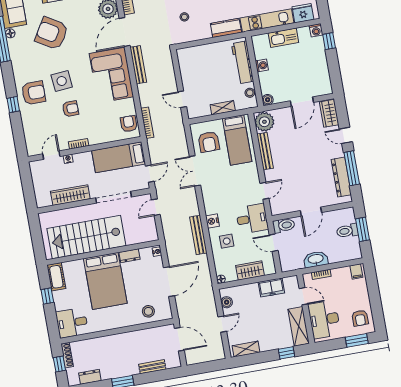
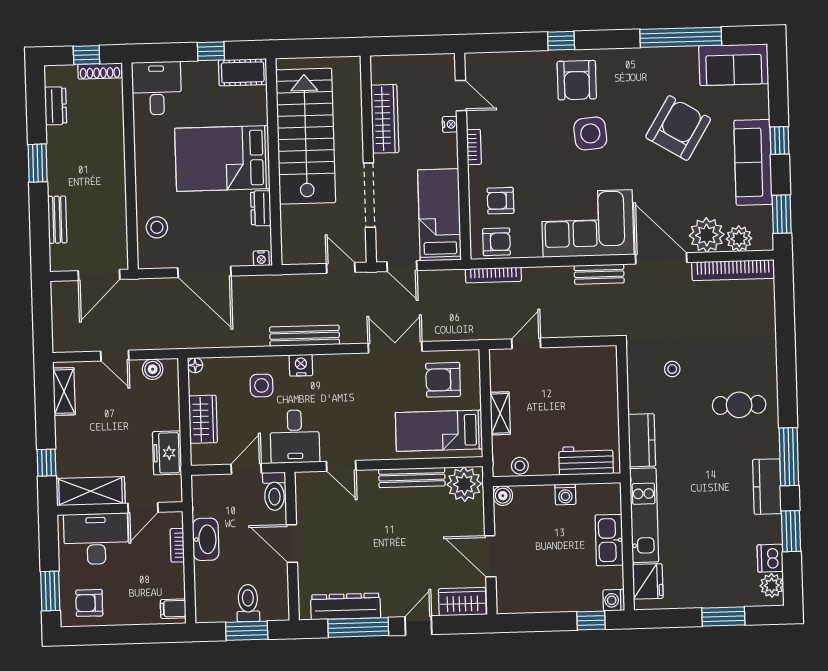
floor lamp: (10, 33) -> (689, 54), removed
workbench: (243, 62) -> (586, 460), width x0.73
bench: (138, 65) -> (599, 274), width x0.73
armchair: (70, 109) -> (501, 201), moved, turned 90
bench: (198, 235) -> (305, 336), moved

